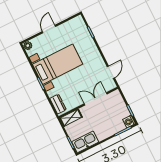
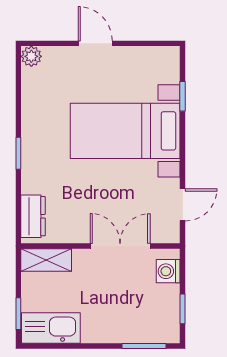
door: (49, 29) -> (95, 43), hinge flipped
bed with nightstands: (58, 64) -> (125, 131), moved, turned 180
washing machine: (129, 122) -> (168, 271), moved

